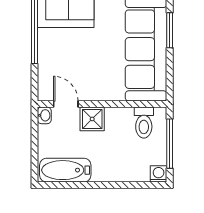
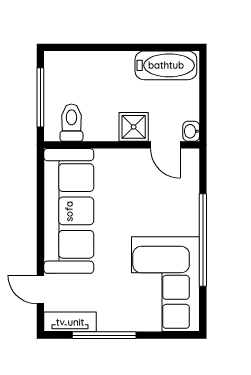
window: (170, 30) -> (40, 234), removed
washing machine: (159, 174) -> (54, 61), removed

